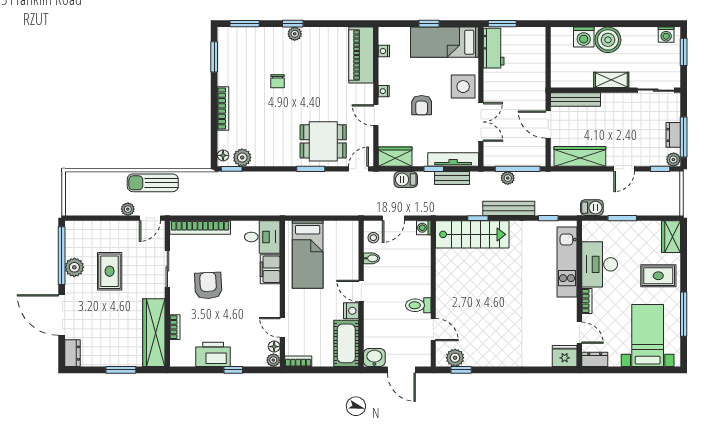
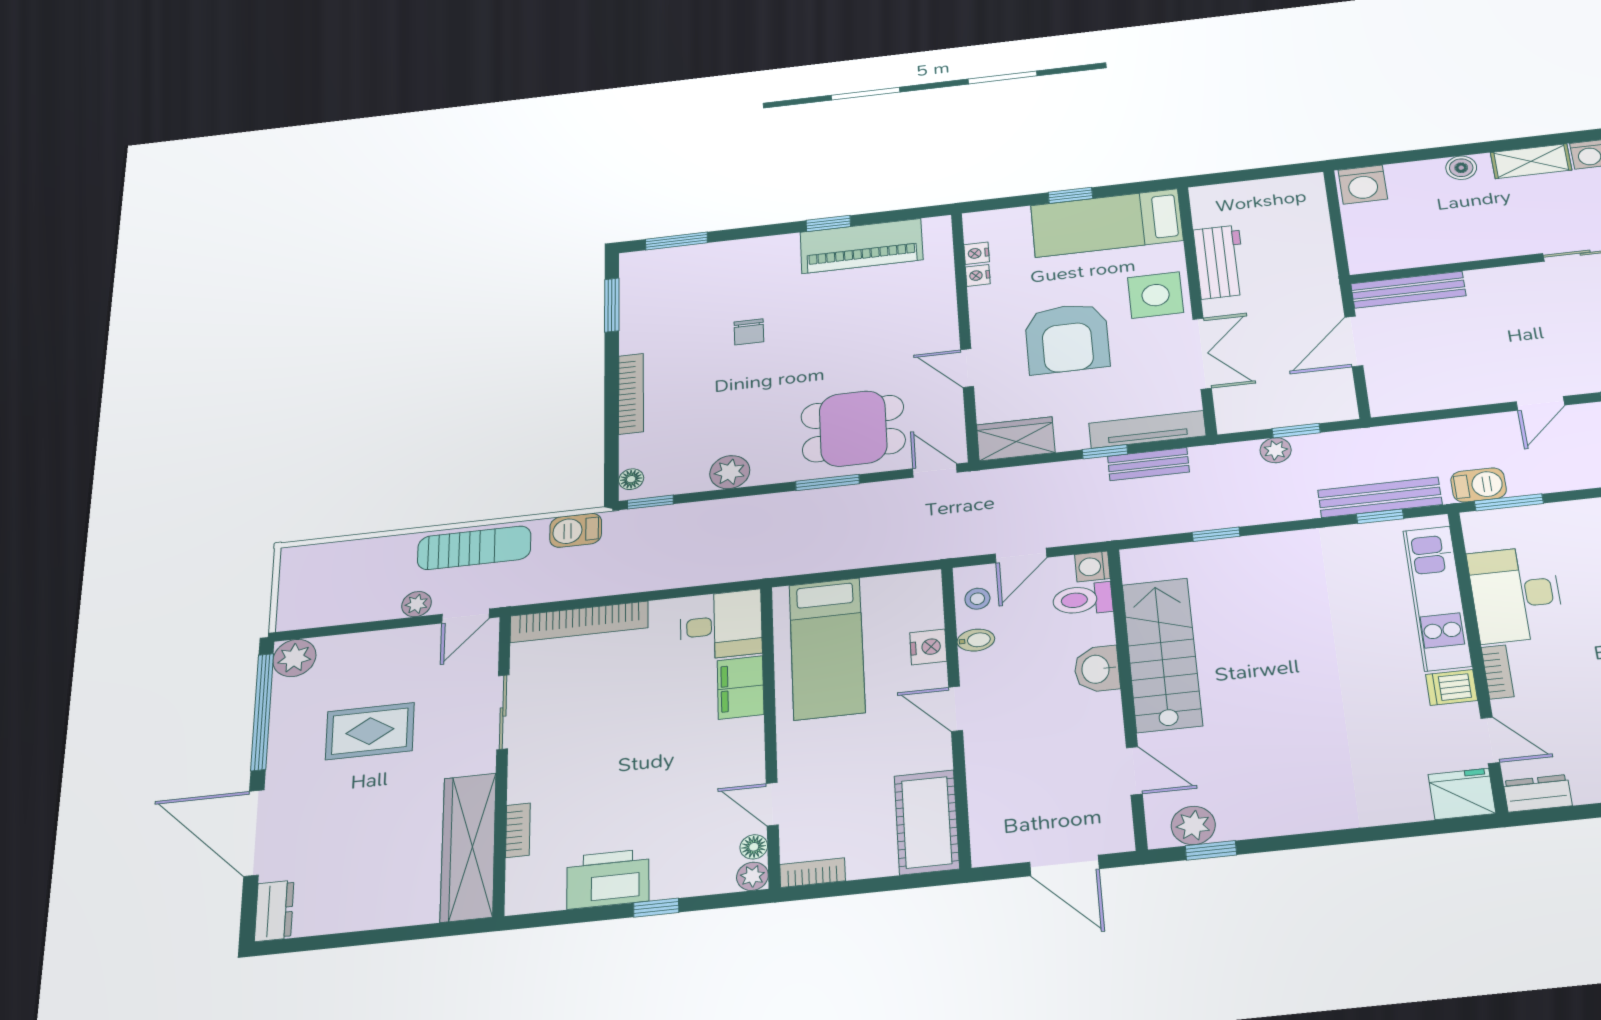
window: (293, 24) -> (828, 223), moved
window: (502, 24) -> (1228, 177), removed
plant: (295, 34) -> (783, 246), removed
washing machine: (584, 37) -> (1363, 185), moved
boiler: (608, 40) -> (1461, 168), width x0.54, depth x0.54
workbench: (494, 48) -> (1220, 262), moved
piano: (361, 55) -> (861, 246), moved, turned -90
shelving: (611, 80) -> (1531, 161), moved
nightstand: (384, 91) -> (978, 275), moved
armchair: (422, 105) -> (1067, 338), width x1.88, depth x1.88
door: (548, 125) -> (1354, 341), hinge flipped
wardrobe: (580, 156) -> (1435, 392), removed
plant: (242, 158) -> (730, 472), moved
door: (359, 169) -> (935, 471), hinge flipped
window: (518, 169) -> (1296, 431), width x0.46
barbecue: (406, 180) -> (576, 530), moved
sun lounger: (153, 183) -> (474, 548), turned 180
bench: (509, 208) -> (1380, 497), moved
window: (622, 218) -> (1509, 502), moved
stairs: (472, 234) -> (1162, 655), moved, turned -90
plant: (74, 267) -> (294, 658), moved
rug: (110, 271) -> (370, 731), turned 90
armchair: (208, 286) -> (597, 736), removed
toilet: (418, 305) -> (1083, 599), moved
dishwasher: (567, 306) -> (1452, 687), added
nightstand: (351, 311) -> (928, 647), moved
washbasin: (374, 357) -> (1097, 669), moved, turned -90
window: (121, 370) -> (387, 935), removed

